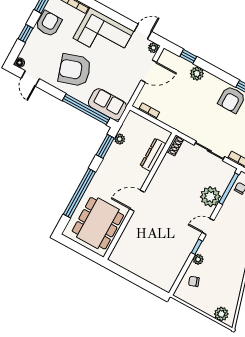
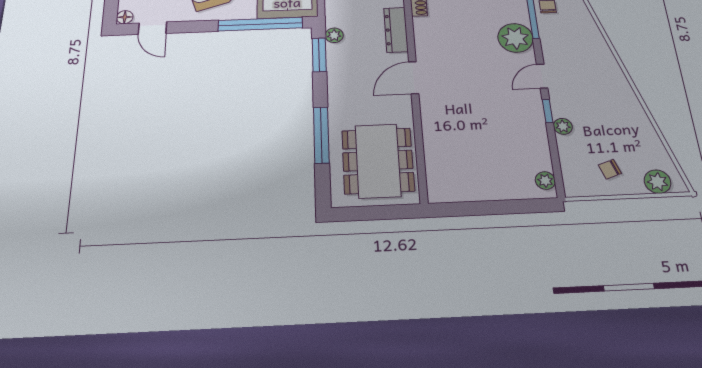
window: (79, 193) -> (321, 135), width x0.68
door: (137, 201) -> (414, 78), moved
plant: (169, 281) -> (545, 181), added
chair: (194, 281) -> (610, 169), moved

